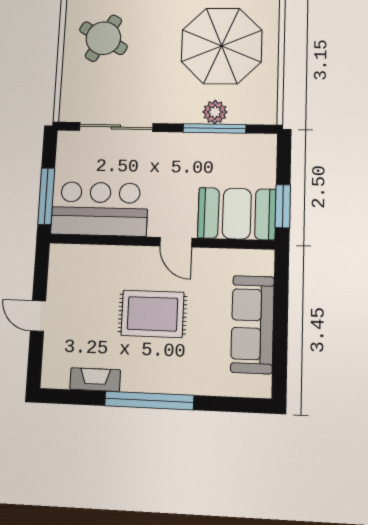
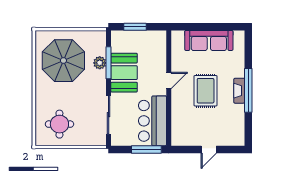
round table: (103, 38) -> (59, 124), turned -30
window: (283, 206) -> (135, 27), moved
booth: (237, 214) -> (124, 73), moved
fireplace: (95, 380) -> (239, 91), moved

